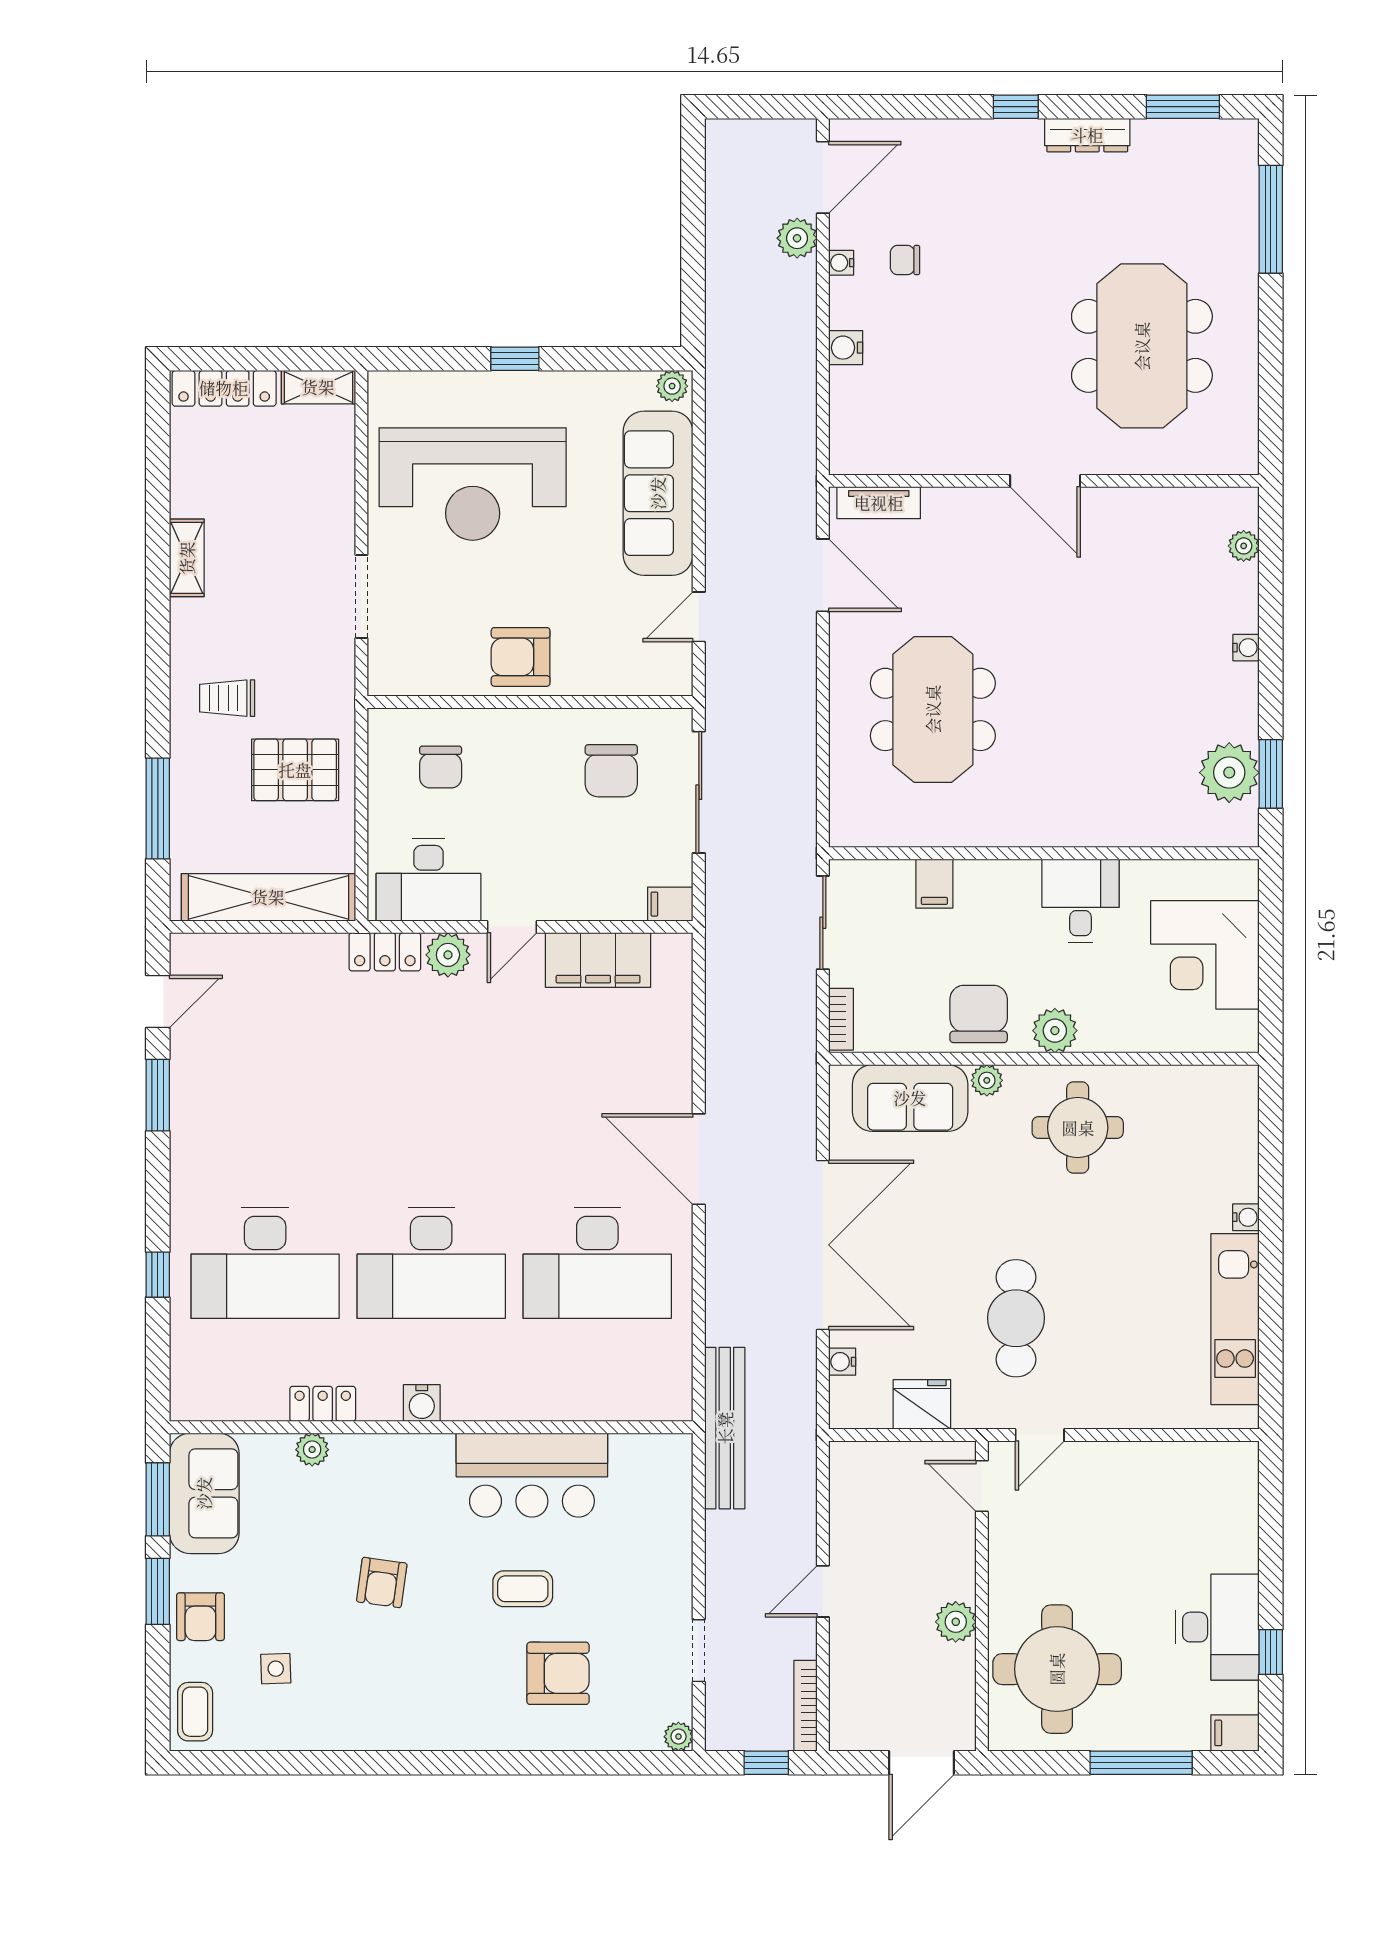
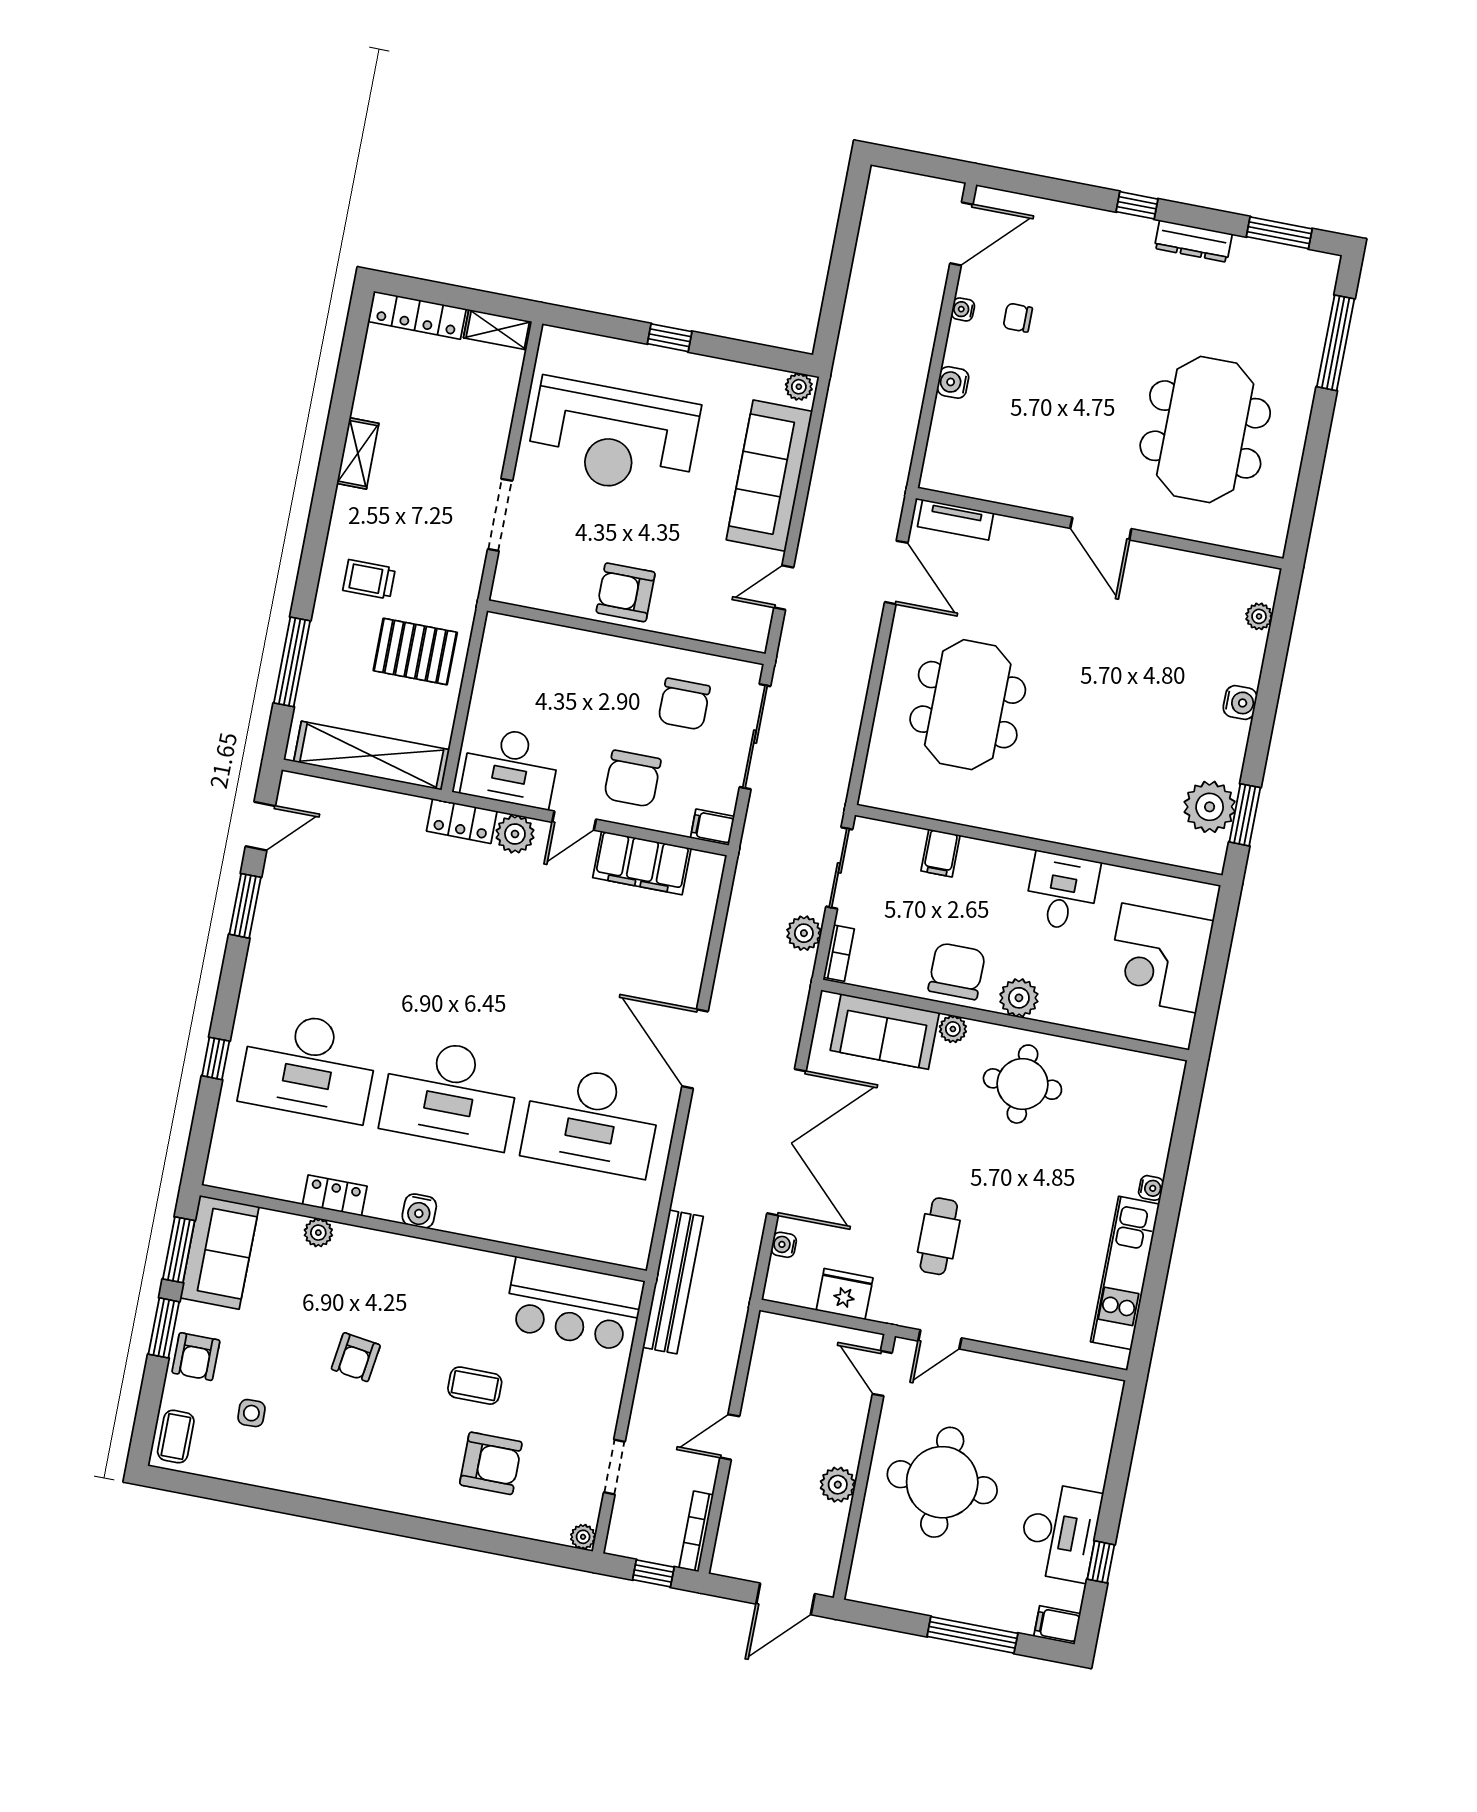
plant: (797, 238) -> (804, 933), moved
water cooler: (1246, 648) -> (1240, 703), width x1.38, depth x1.38
chair: (441, 767) -> (632, 779), moved, width x1.37, depth x1.37
cafe table: (1016, 1318) -> (939, 1236), width x0.73, depth x0.74
bar counter: (532, 1475) -> (574, 1304), moved
round table: (1057, 1669) -> (942, 1482), moved

